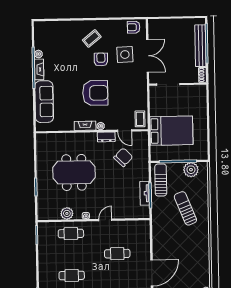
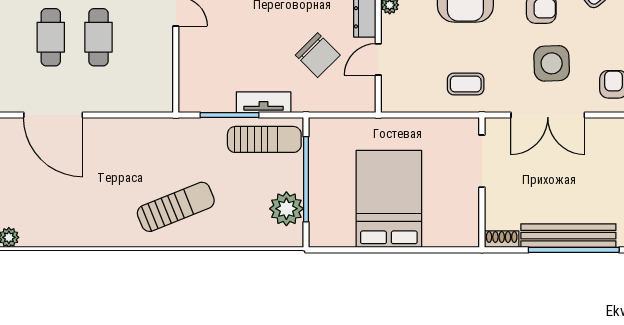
coffee table: (140, 119) -> (466, 84), moved
bed: (171, 131) -> (389, 199), moved, turned 180
tv unit: (145, 193) -> (264, 102), moved
sun lounger: (185, 208) -> (176, 207), moved
cafe table: (118, 275) -> (51, 37), added

